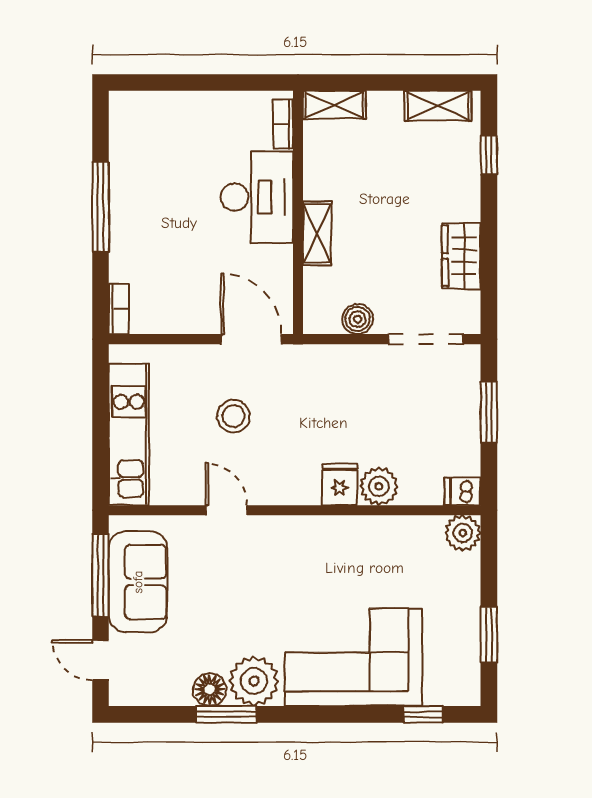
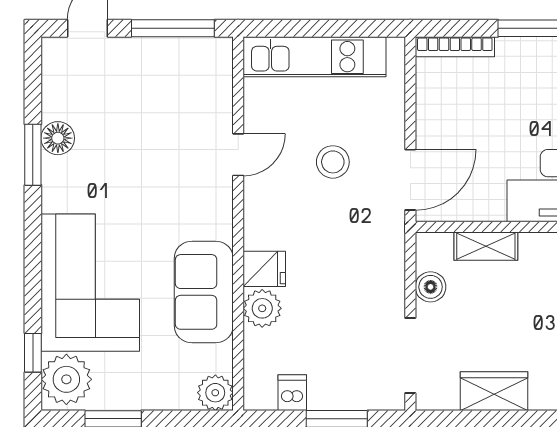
shelving: (317, 233) -> (486, 246), moved
bookcase: (119, 309) -> (455, 47), width x1.56
dishwasher: (463, 491) -> (292, 393), moved
sofa: (138, 582) -> (204, 292), moved, turned 90
plant: (254, 681) -> (66, 379), moved

